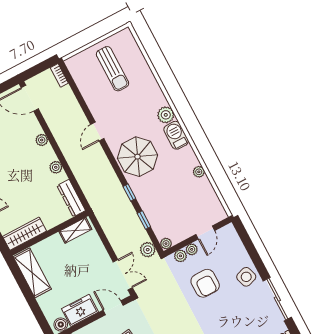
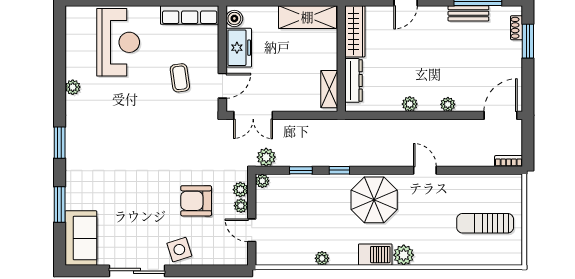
dresser: (71, 198) -> (354, 80), moved, turned 90

